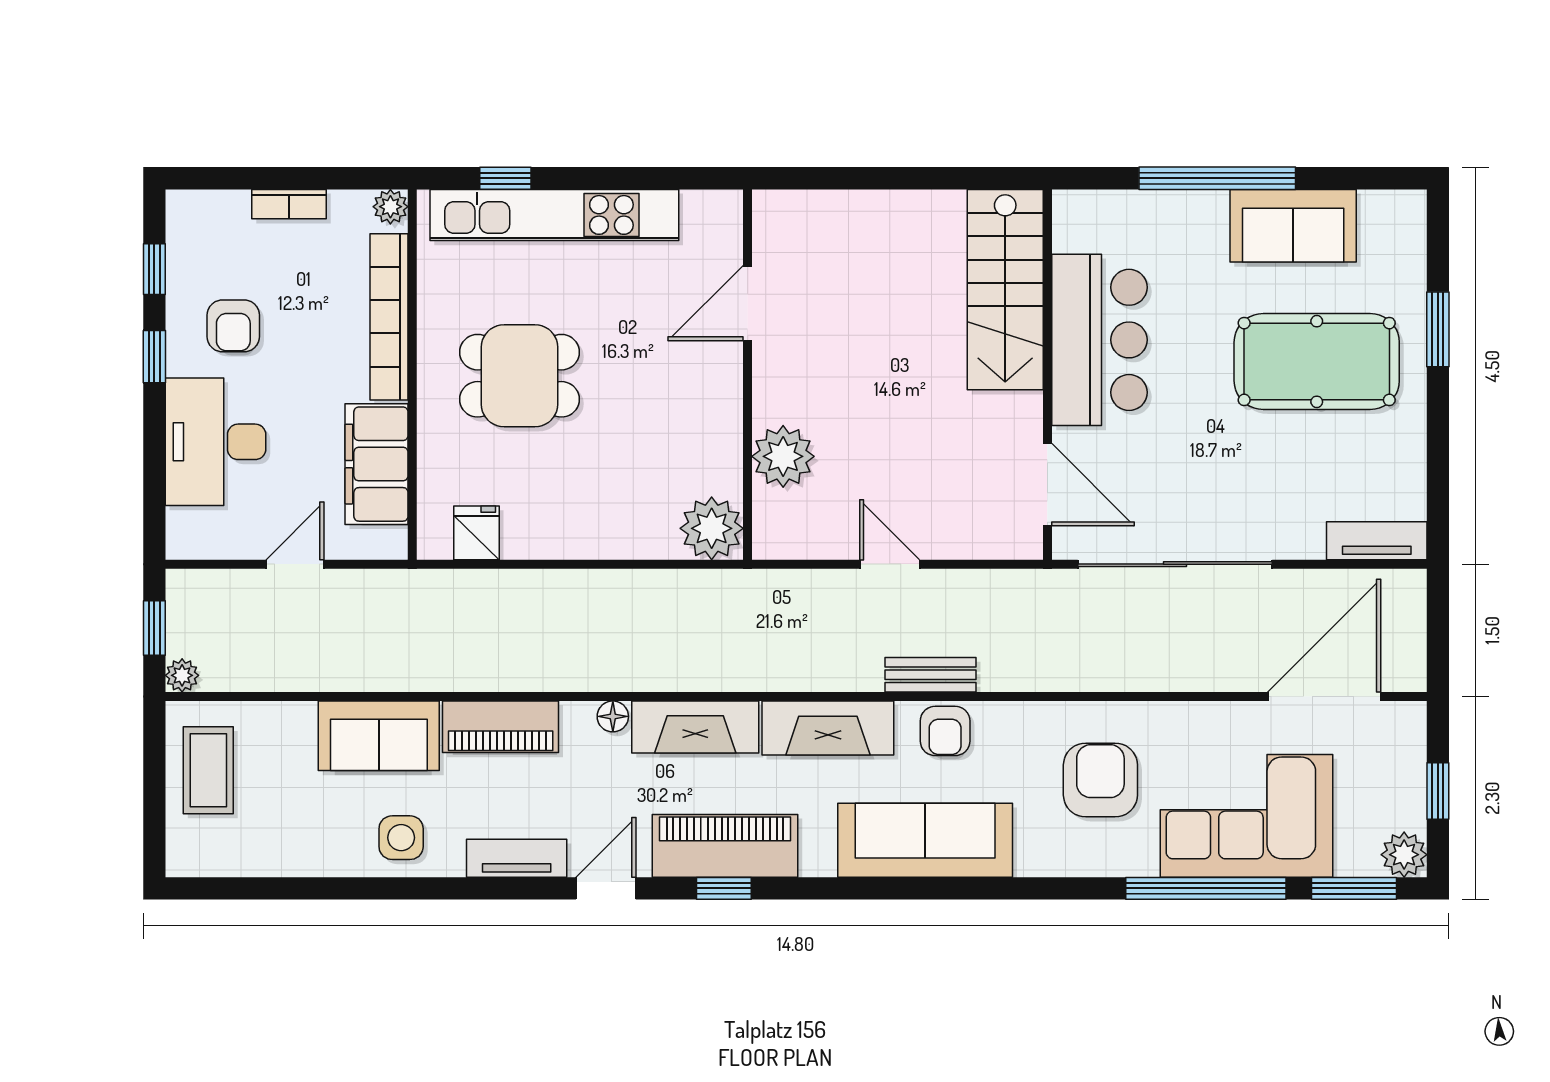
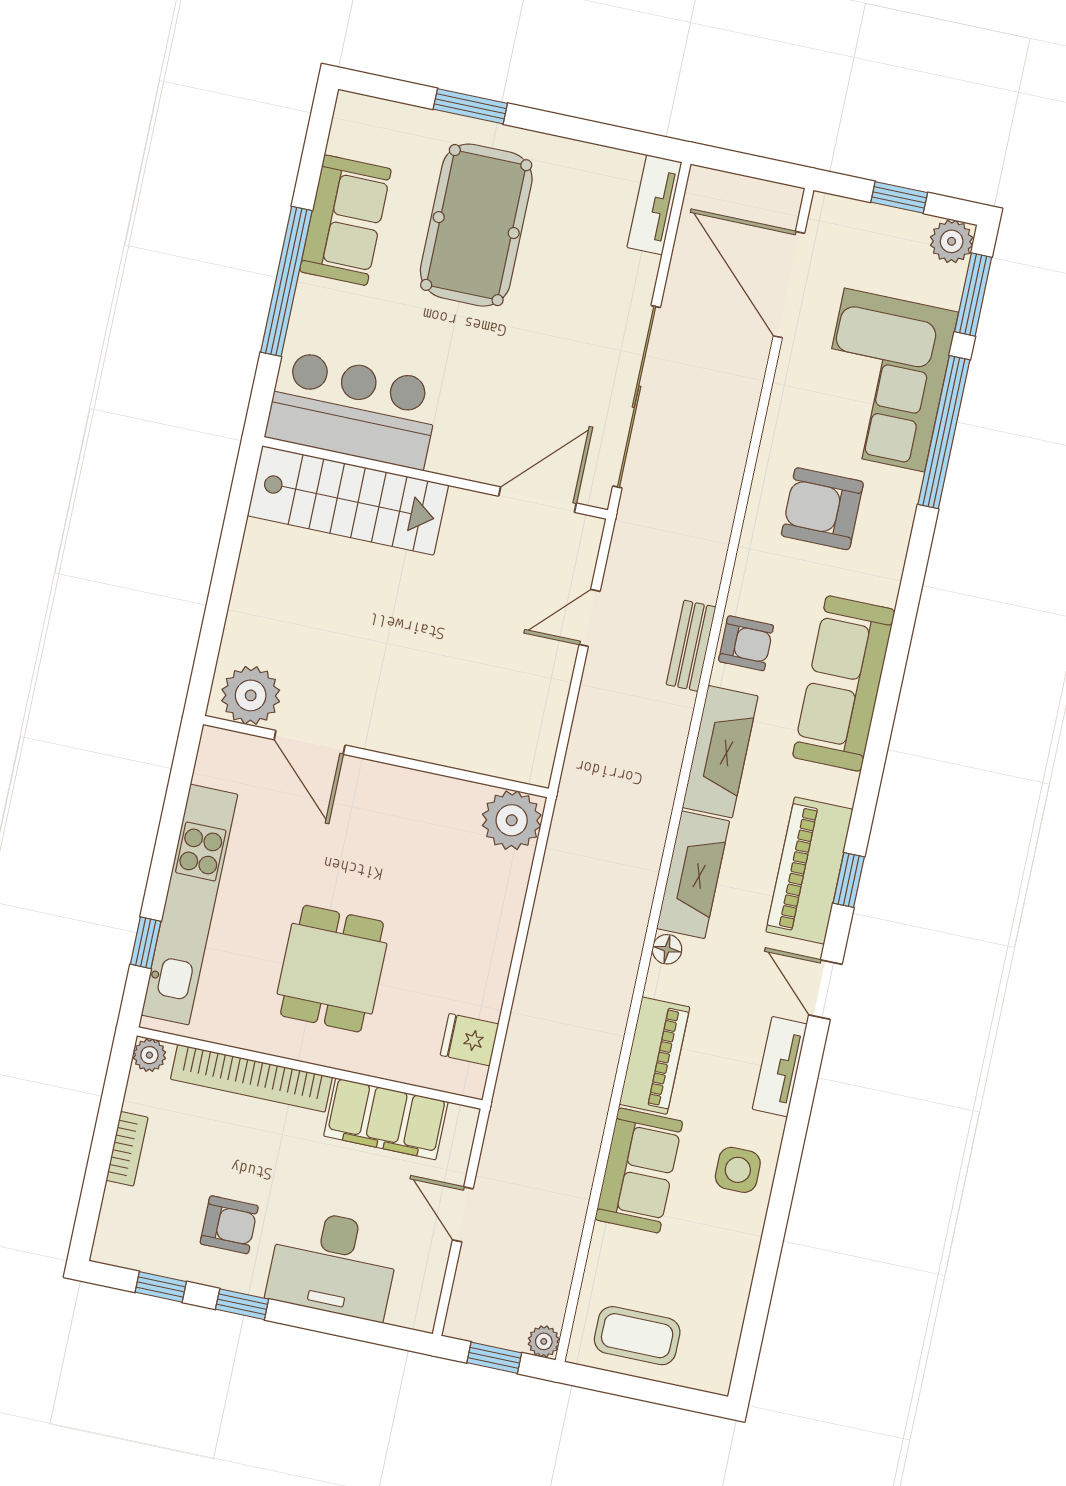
bar counter: (1099, 340) -> (353, 410), moved
plant: (783, 456) -> (251, 695), moved
door: (890, 564) -> (590, 618), moved

